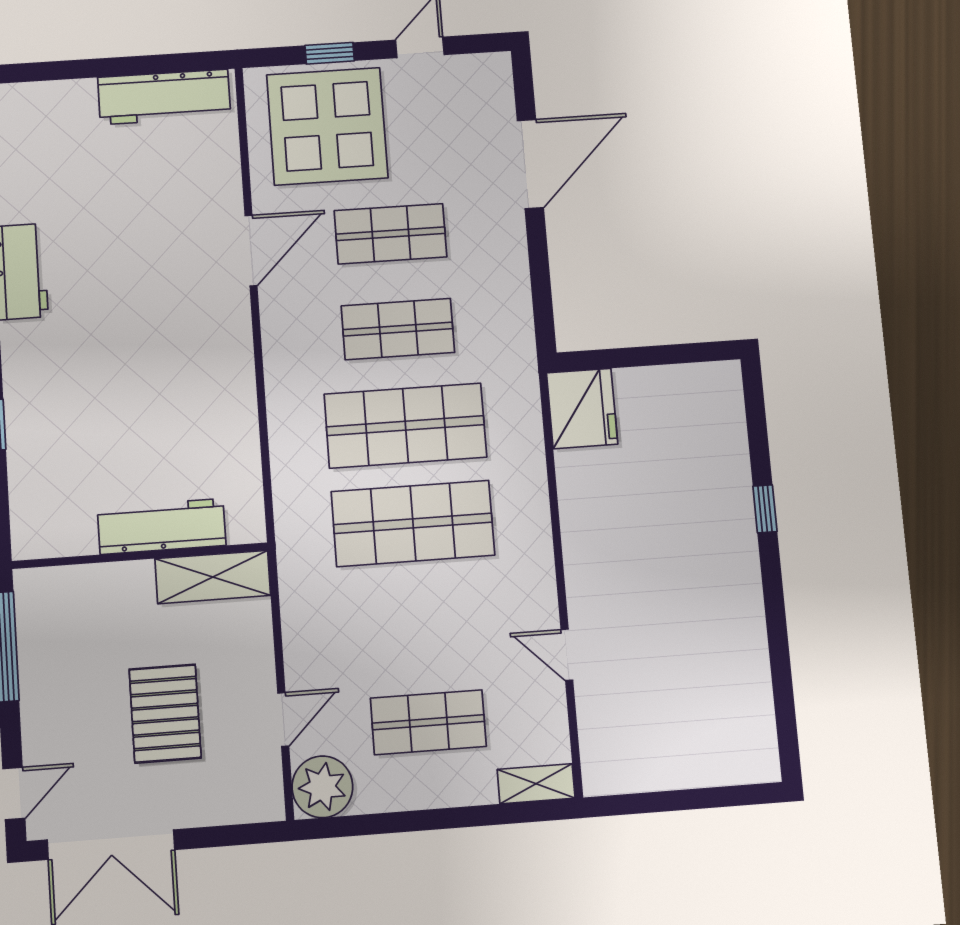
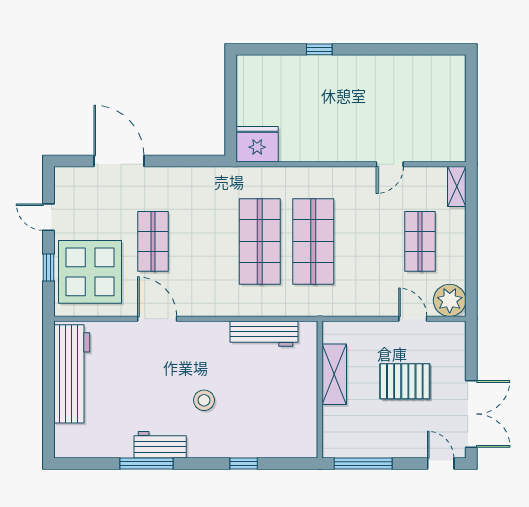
workbench: (164, 97) -> (72, 374), width x1.36, depth x1.32
shop shelf: (398, 329) -> (206, 241), removed
stool: (107, 345) -> (204, 400), added
workbench: (162, 526) -> (264, 334), moved, turned -90
shelving: (213, 577) -> (334, 374), moved

